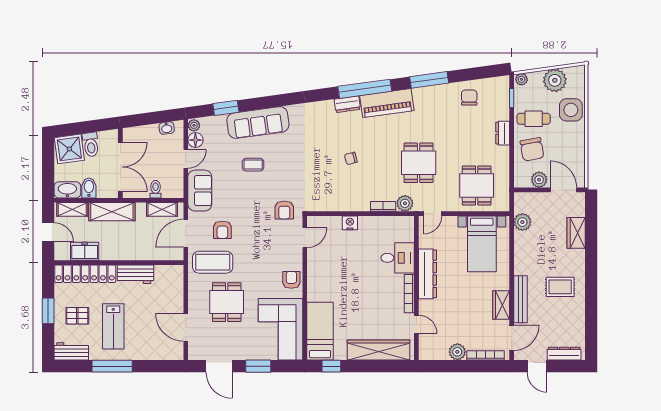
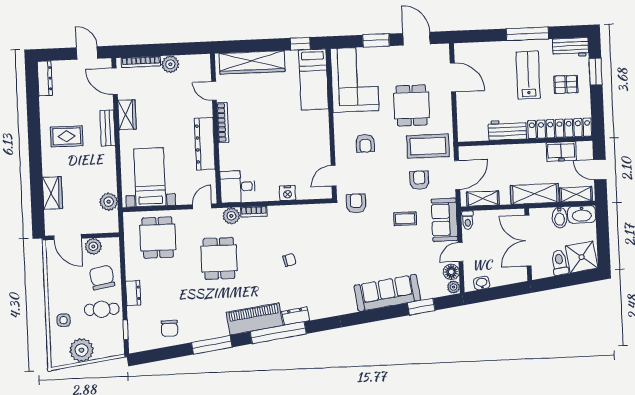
plant: (521, 79) -> (116, 350), removed
side table: (571, 110) -> (64, 320), width x0.54, depth x0.54
coffee table: (253, 165) -> (405, 219), moved
toilet: (156, 189) -> (468, 220), moved
desk: (398, 258) -> (238, 187), moved
armchair: (291, 280) -> (365, 143), moved
bench: (520, 299) -> (108, 128), width x0.73
window: (48, 311) -> (596, 72), moved
door: (512, 338) -> (115, 81), hinge flipped
dresser: (564, 354) -> (45, 78), moved, turned -90

